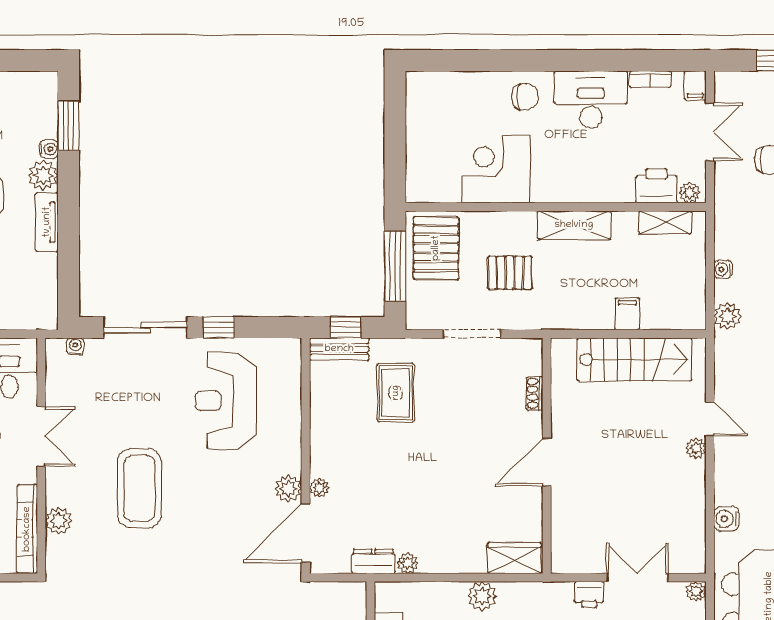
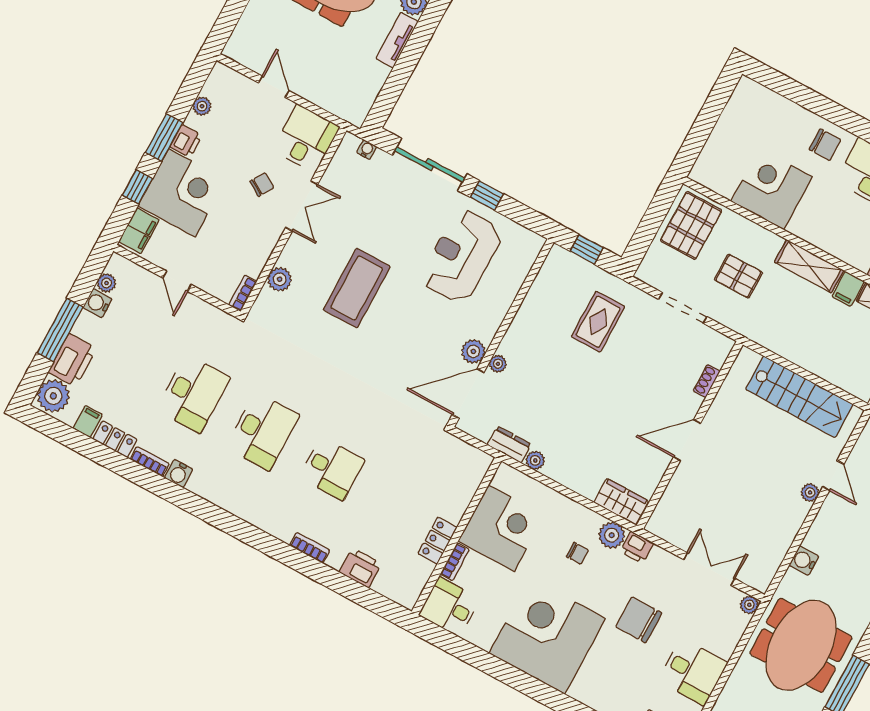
window: (395, 266) -> (651, 222), removed
filing cabinet: (627, 314) -> (848, 289), moved, turned 180
bench: (339, 349) -> (572, 264), removed
bookcase: (27, 529) -> (243, 293), width x0.43, depth x0.76
printer: (589, 595) -> (637, 547), moved
plant: (482, 596) -> (612, 535), moved

